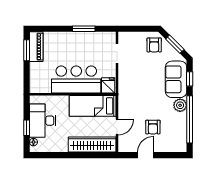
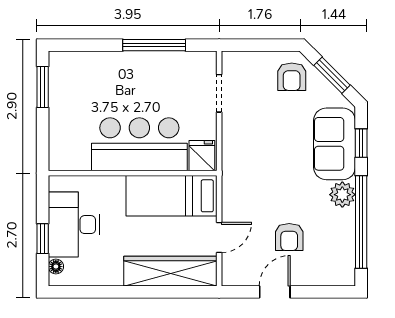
window: (84, 29) -> (154, 45), width x1.44
piano: (36, 47) -> (61, 80), removed

